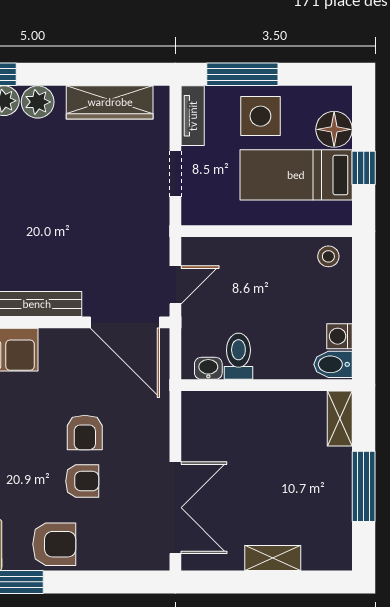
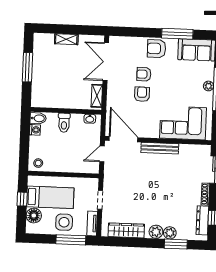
toilet: (238, 356) -> (64, 123), moved
shelving: (340, 419) -> (97, 96), moved

